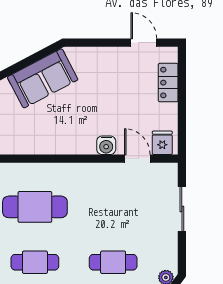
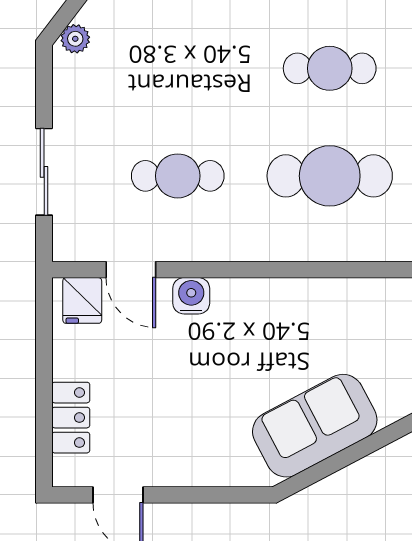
cafe table: (113, 262) -> (178, 176), moved

